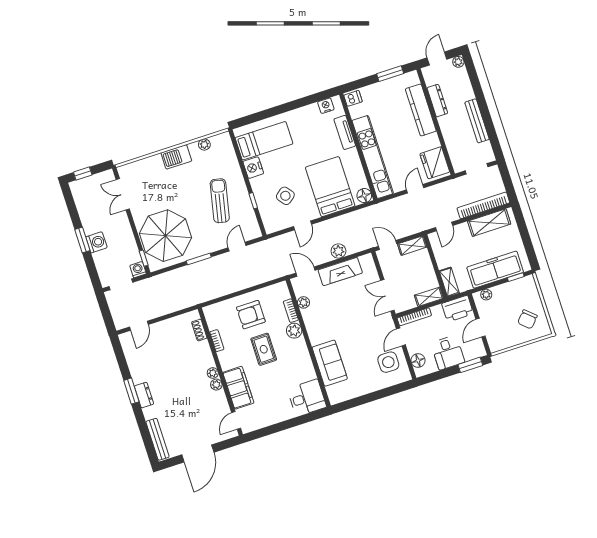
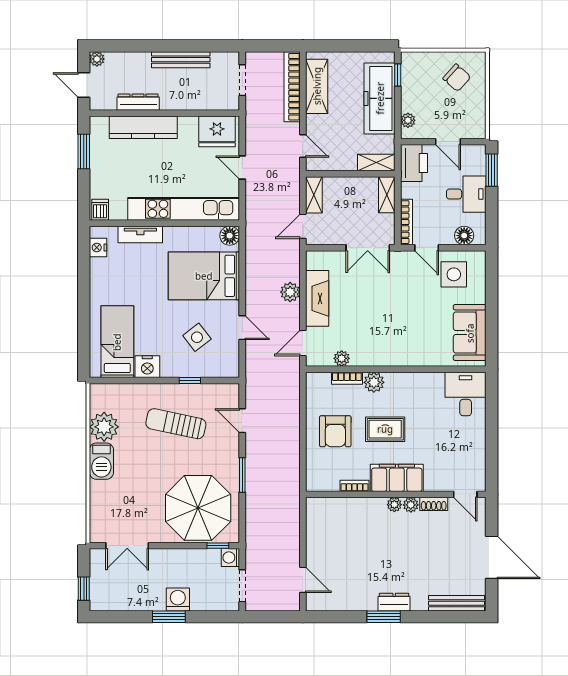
plant: (204, 145) -> (104, 427), width x1.88, depth x1.88
shoe rack: (199, 330) -> (434, 504), moved
sofa: (330, 363) -> (470, 333), moved, turned -90
filing cabinet: (238, 388) -> (397, 478), moved

